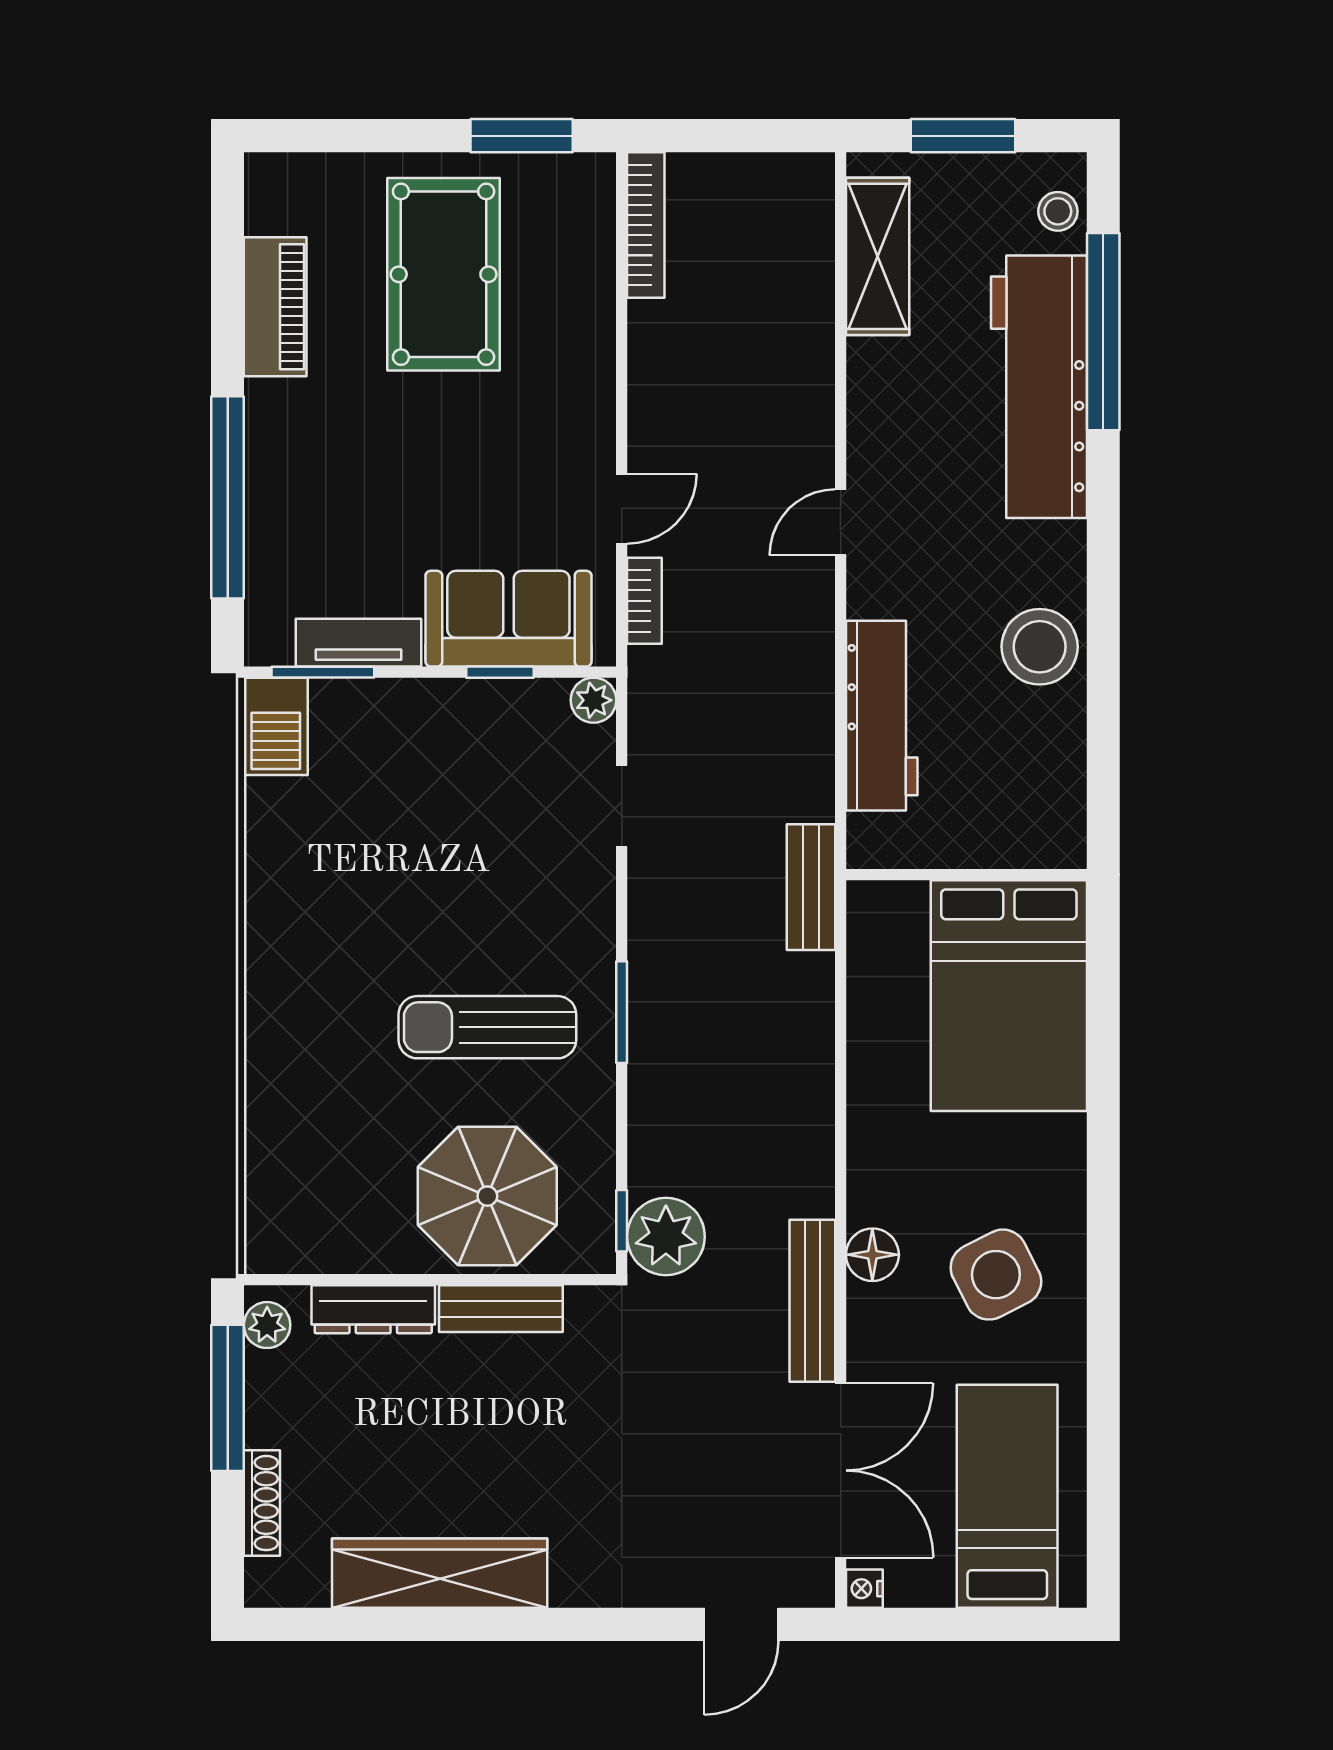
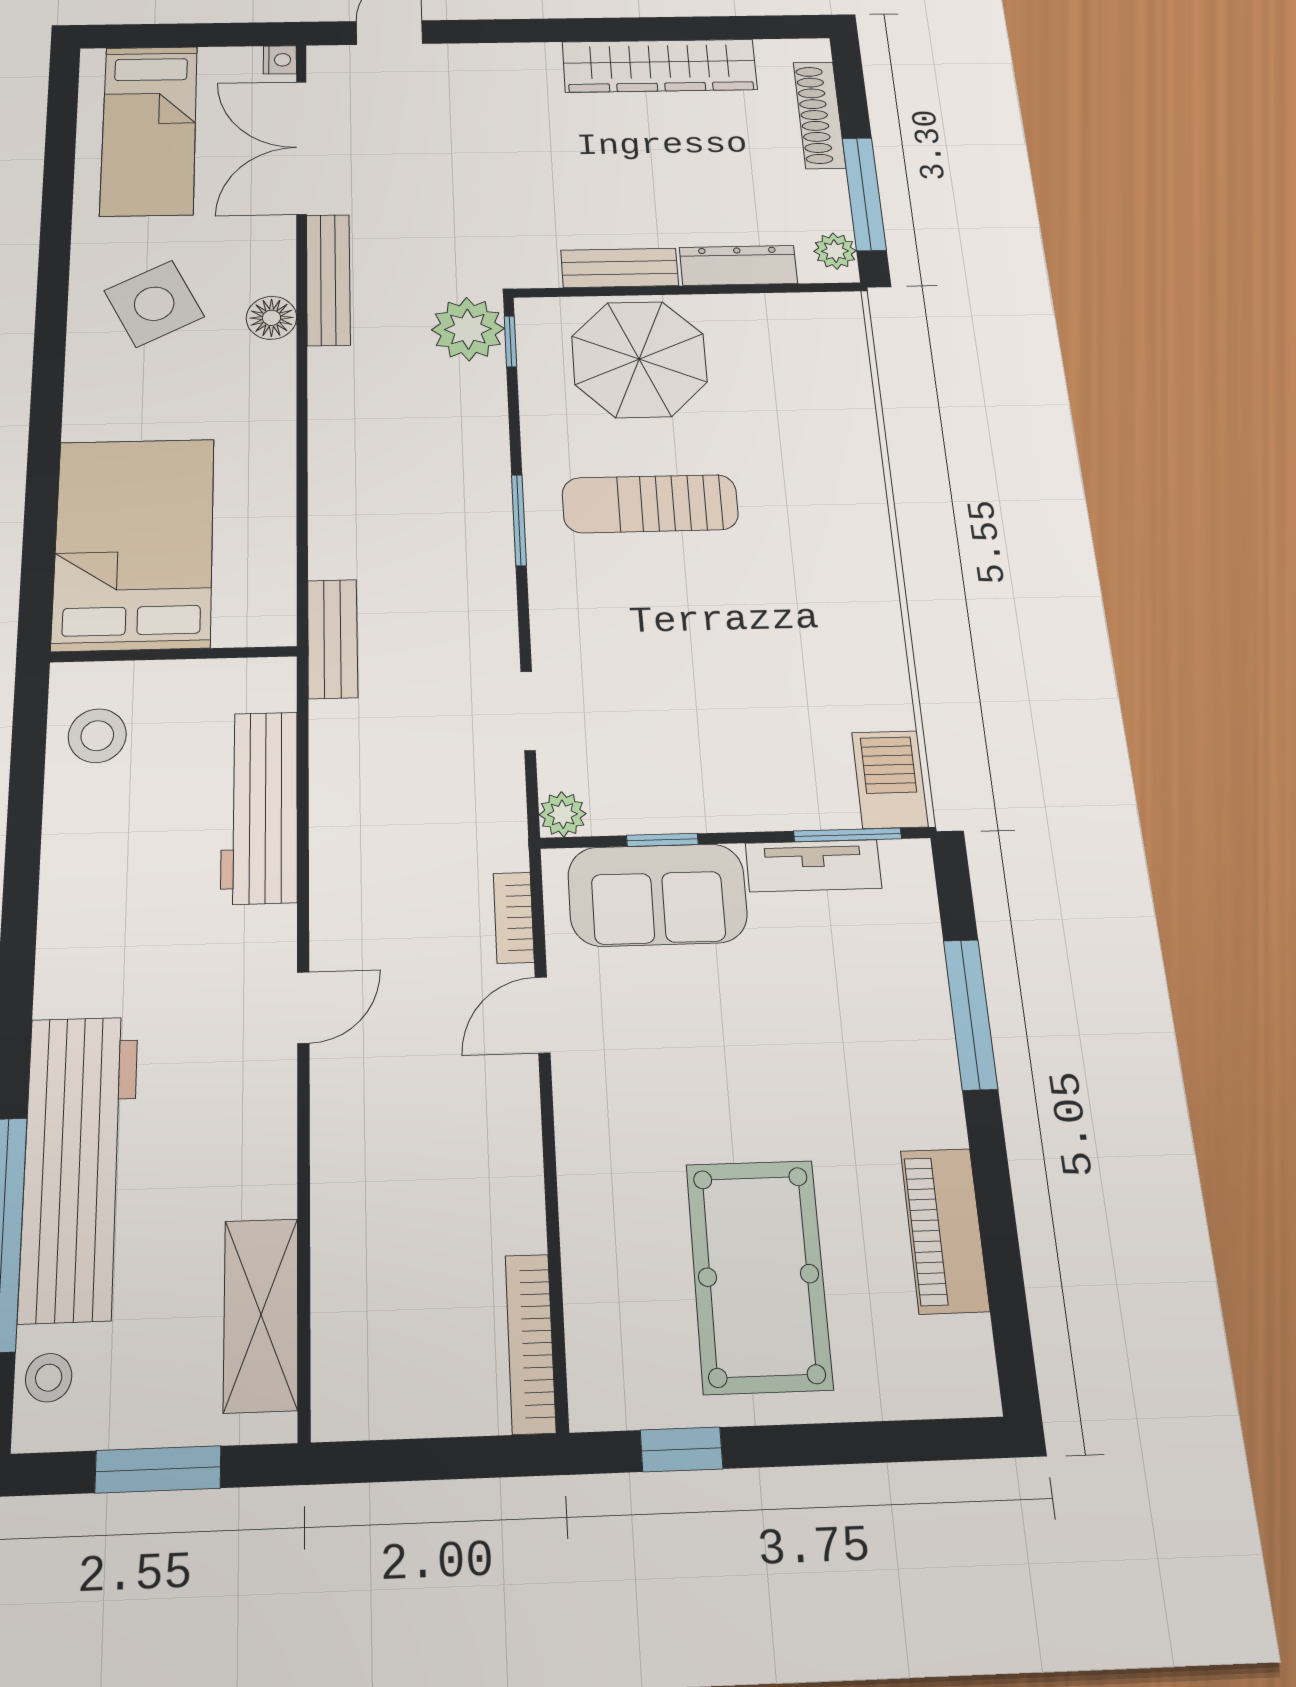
window: (522, 136) -> (681, 1449), width x0.67
window: (228, 497) -> (970, 1014), width x0.68
stool: (1040, 647) -> (97, 736), moved, width x0.73, depth x0.73
sun lounger: (487, 1027) -> (650, 504), turned 180
shoe rack: (262, 1503) -> (819, 115), width x1.36, depth x1.24

